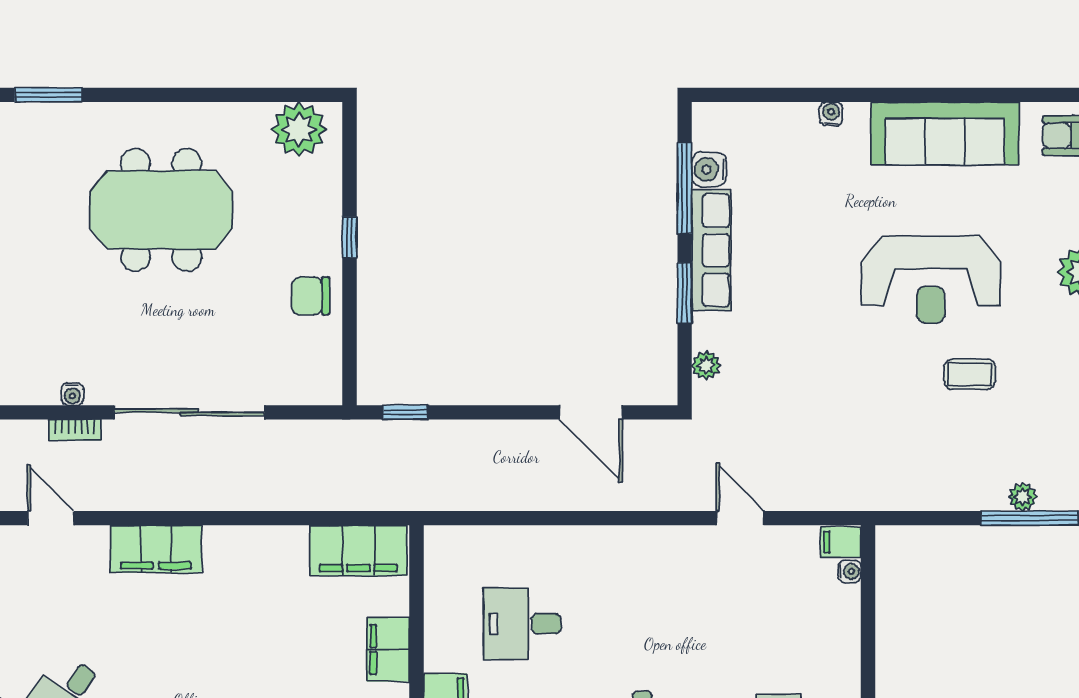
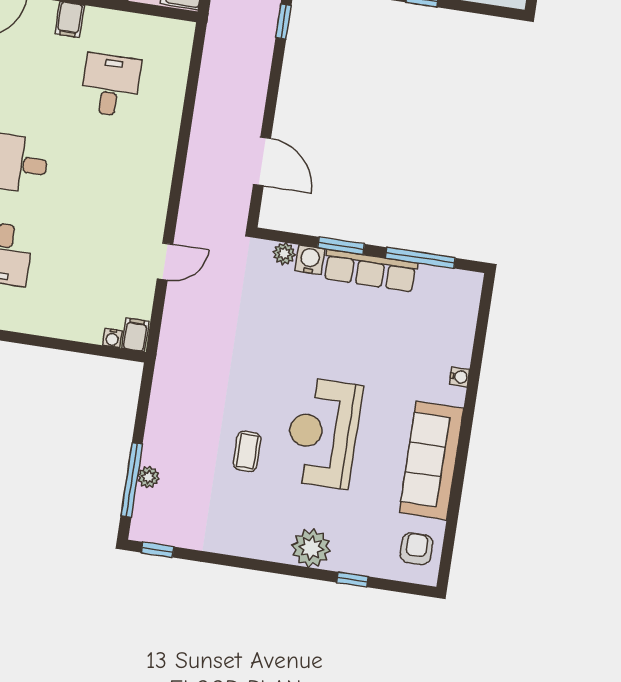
water cooler: (709, 170) -> (310, 260), moved
door: (591, 412) -> (262, 161), swing flipped

